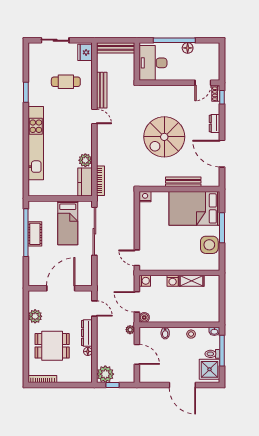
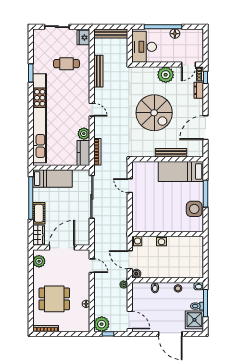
plant: (177, 94) -> (166, 75), added
door: (94, 116) -> (92, 110), moved
dresser: (214, 123) -> (199, 90), moved
spiral stairs: (164, 137) -> (154, 113), turned -90
kitchen unit: (36, 143) -> (40, 118), width x1.36
door: (222, 154) -> (205, 128), hinge flipped
nightstand: (145, 197) -> (137, 166), removed
bed: (194, 208) -> (181, 171), width x0.67
bed: (68, 223) -> (53, 179), moved, turned -90
cot: (35, 234) -> (39, 213), moved
door: (137, 258) -> (130, 186), moved
wardrobe: (35, 274) -> (39, 235), added
shelving: (192, 281) -> (178, 241), removed
plant: (35, 316) -> (39, 261), moved
dresser: (87, 333) -> (85, 287), removed
door: (137, 354) -> (130, 320), moved

